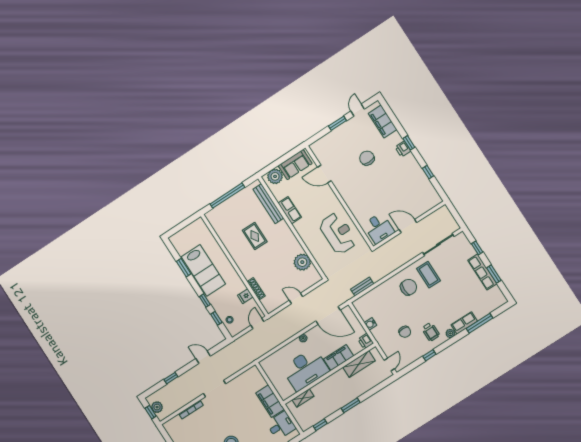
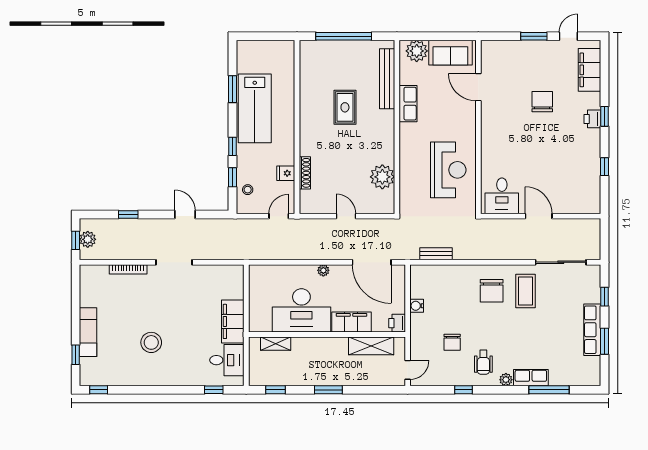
chair: (409, 287) -> (492, 291), turned 90

